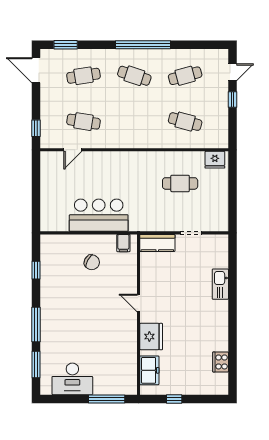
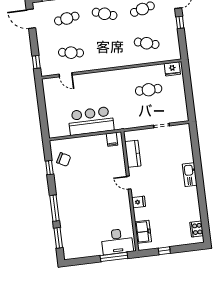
door: (73, 150) -> (66, 75), hinge flipped
kitchen counter: (157, 243) -> (133, 154), moved, turned -90
chair: (92, 262) -> (64, 159), moved
kitchen sink: (220, 284) -> (190, 175), moved
fridge: (151, 337) -> (139, 202), width x0.53, depth x0.75
cooker: (221, 362) -> (197, 229), moved
desk: (72, 379) -> (117, 241), moved

